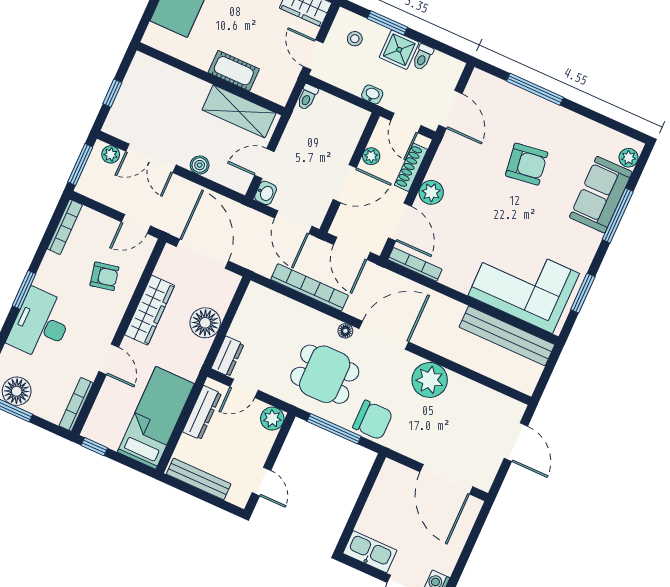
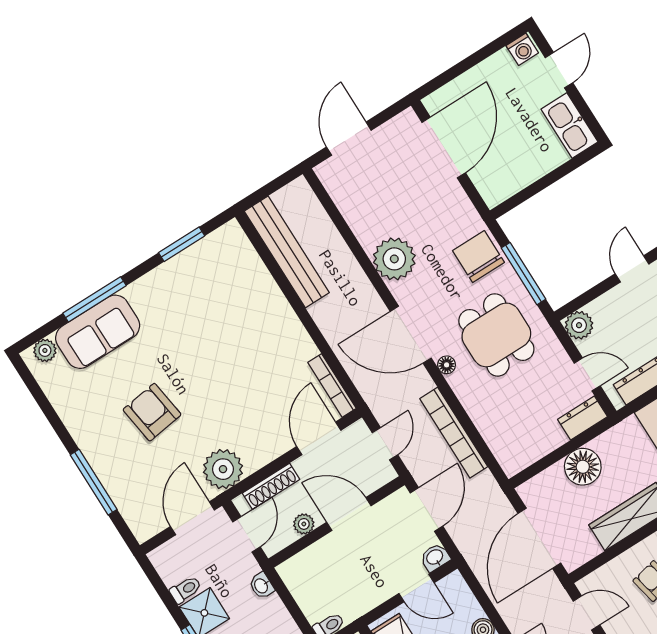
plant: (431, 192) -> (223, 469), moved, width x1.36, depth x1.36
door: (352, 248) -> (385, 444), width x0.73
corner sofa: (524, 285) -> (236, 292), removed

